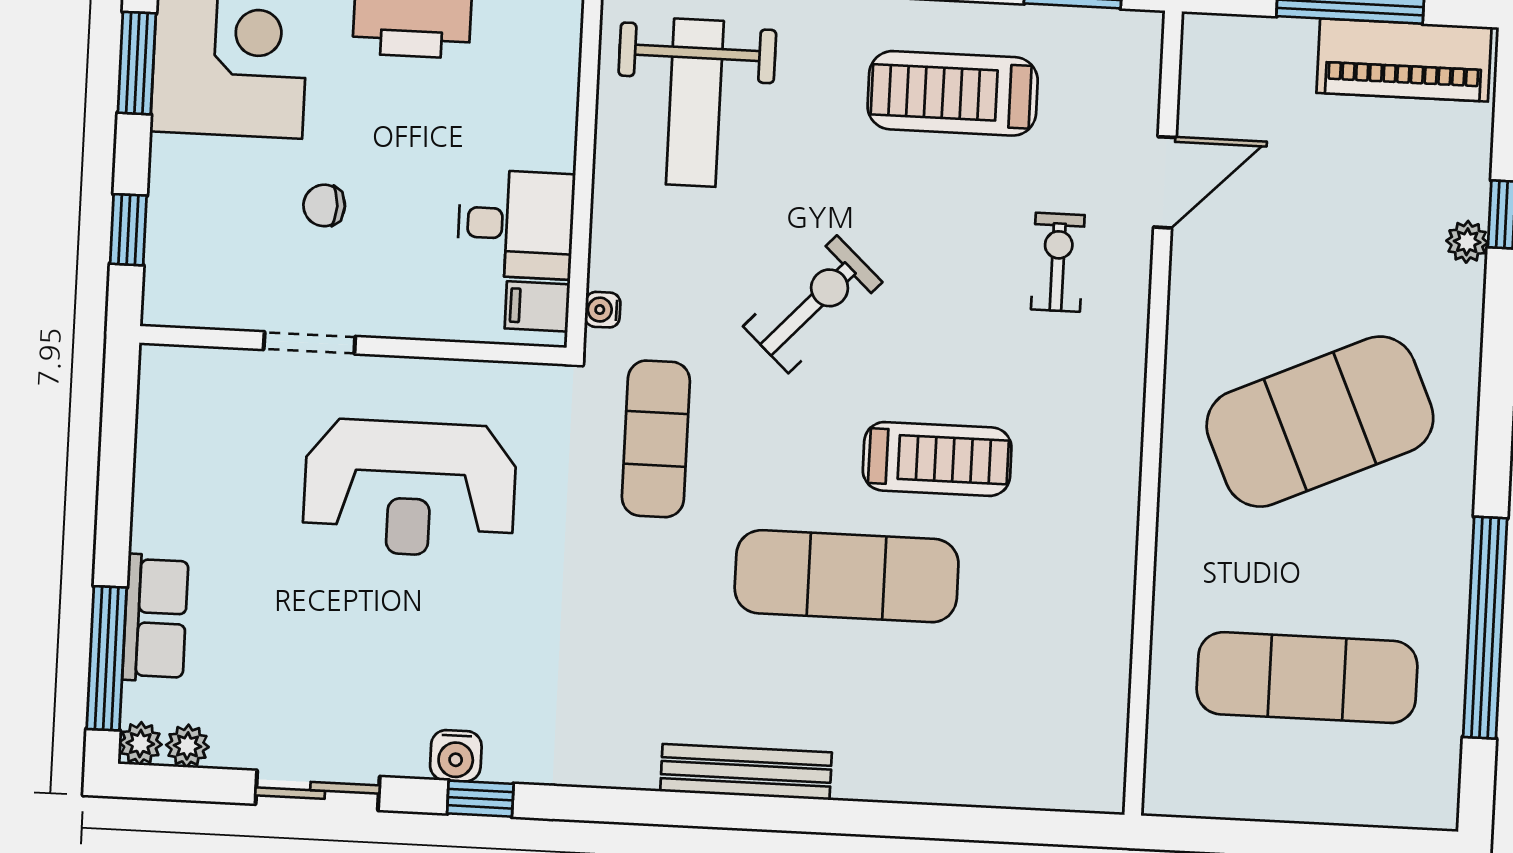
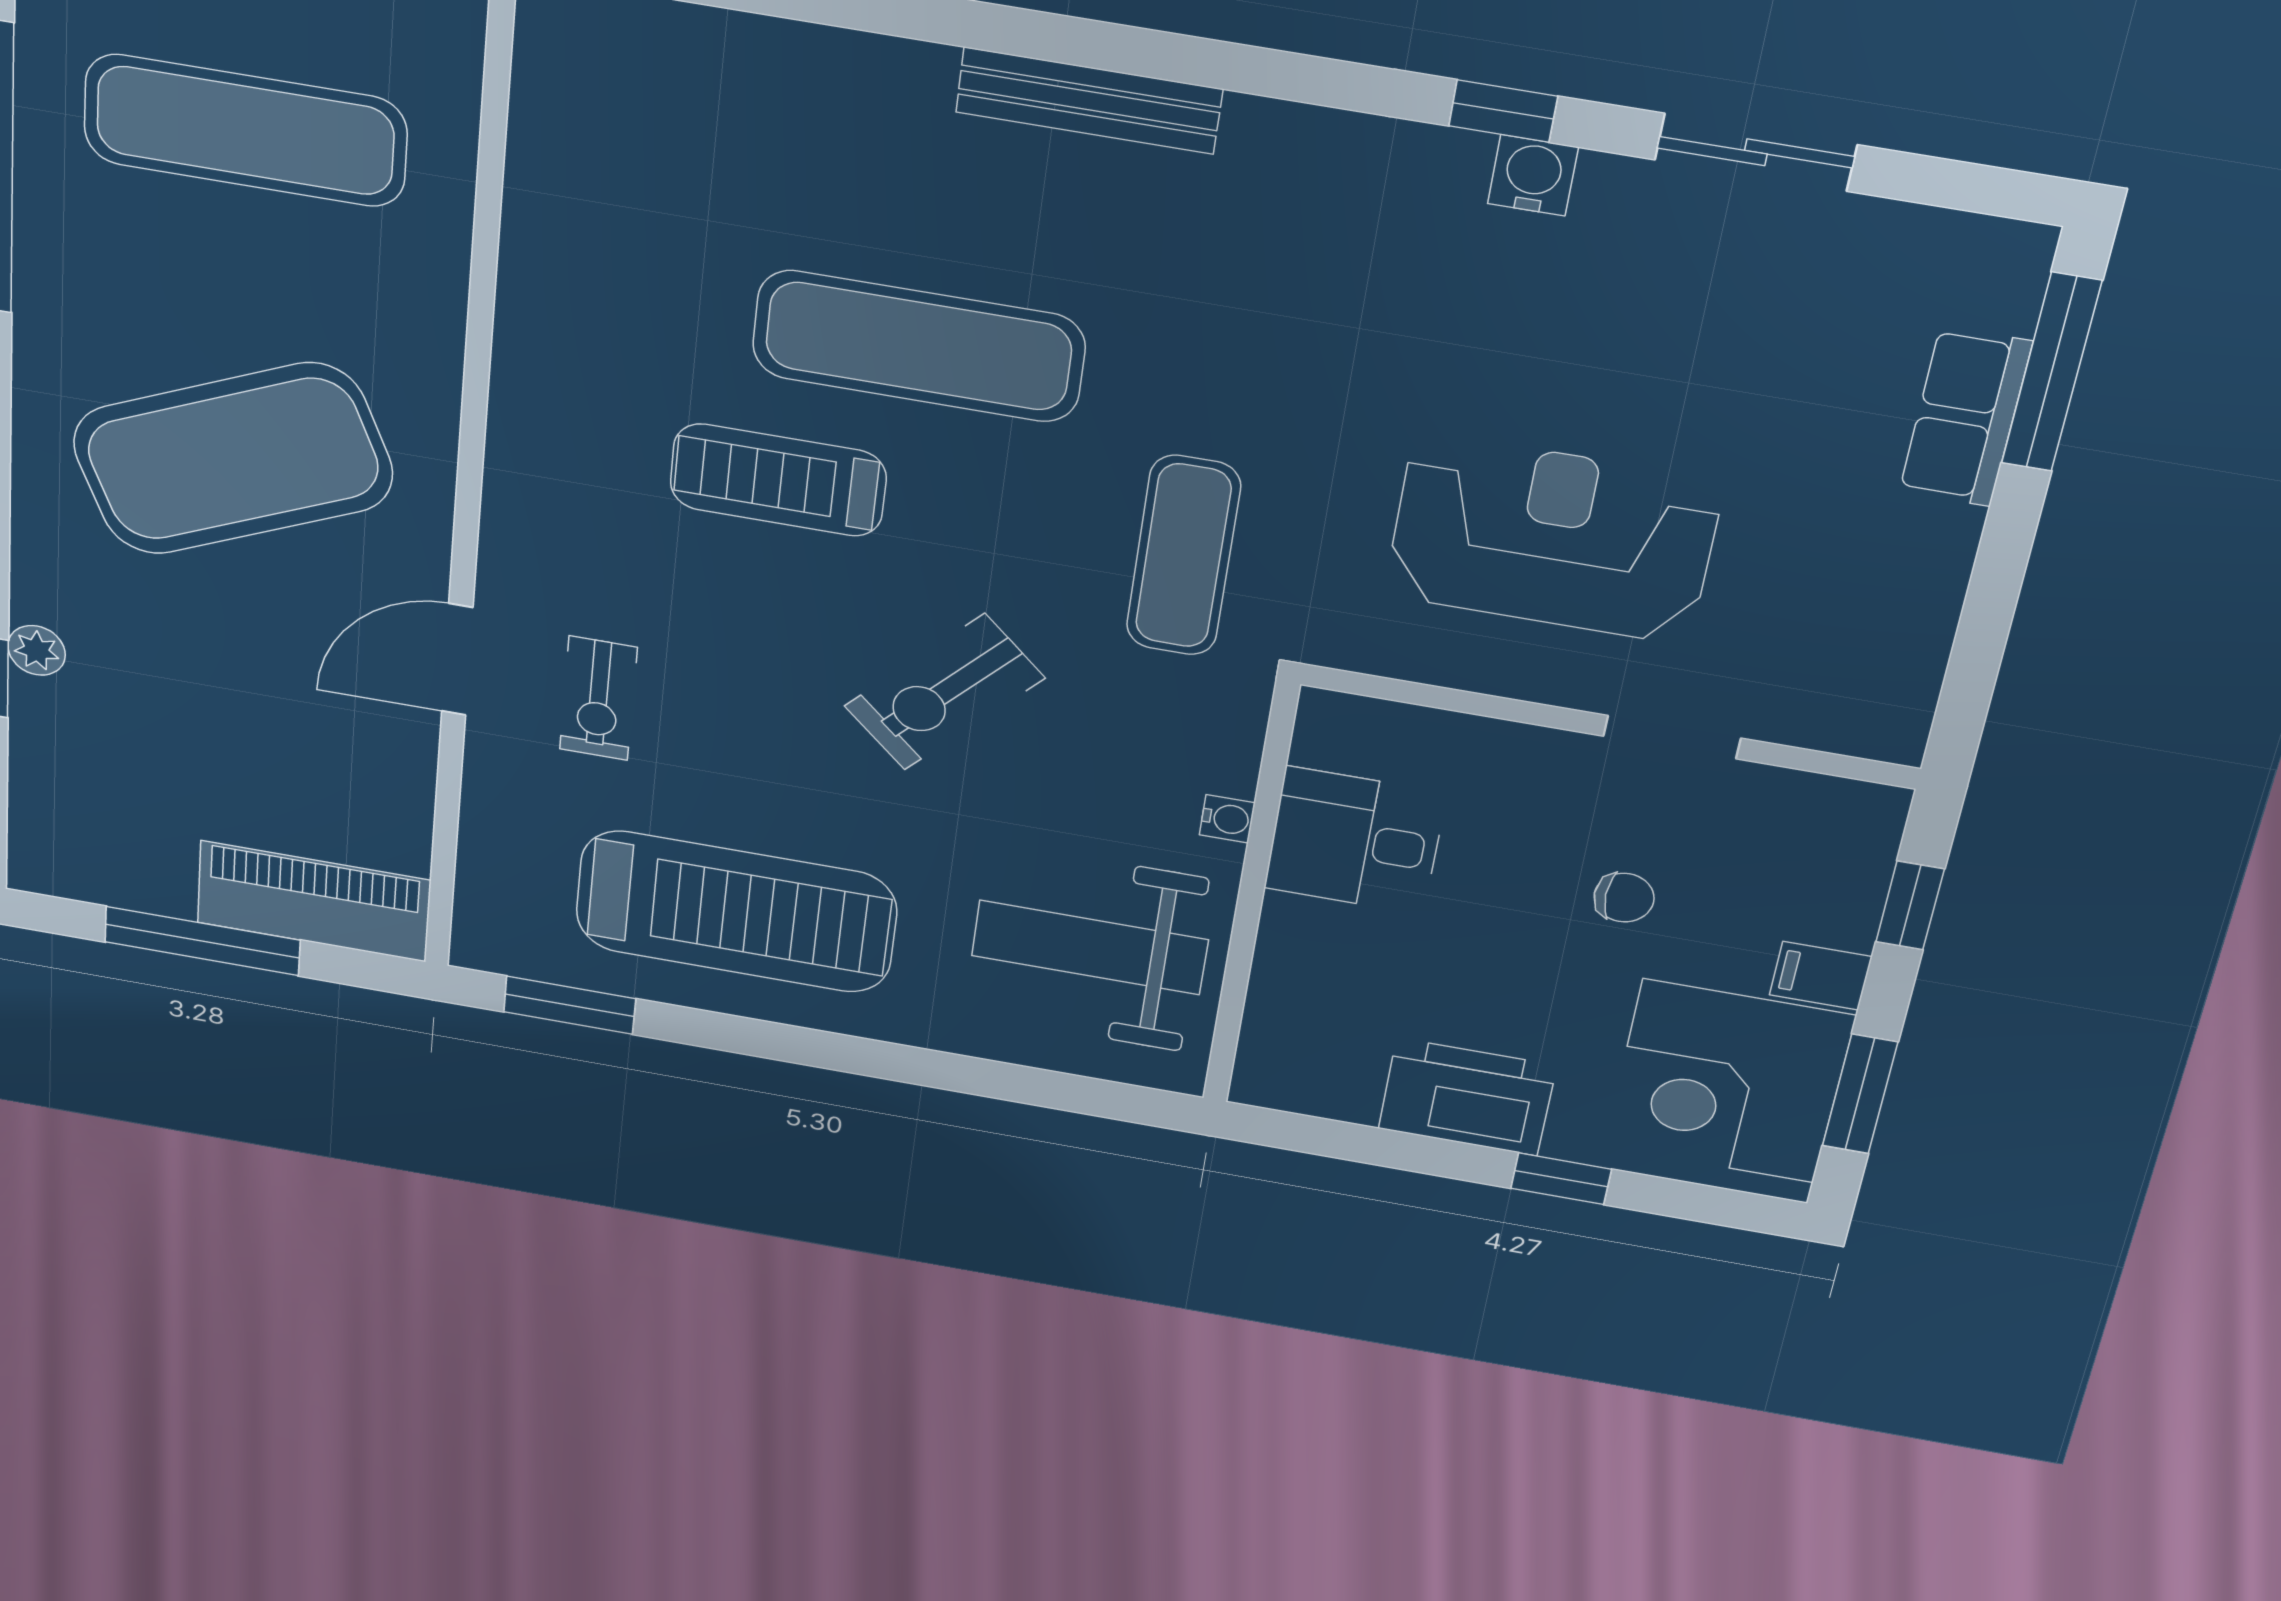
piano: (1404, 60) -> (314, 901), moved
treadmill: (953, 93) -> (736, 912), width x1.37, depth x1.38
weight bench: (695, 103) -> (1090, 948), turned -90
door: (1165, 182) -> (457, 660), moved
filing cabinet: (537, 306) -> (1821, 976), moved, turned 180
water cooler: (603, 310) -> (1227, 819), moved
plant: (140, 743) -> (2022, 250), removed
plant: (187, 746) -> (1949, 238), removed

